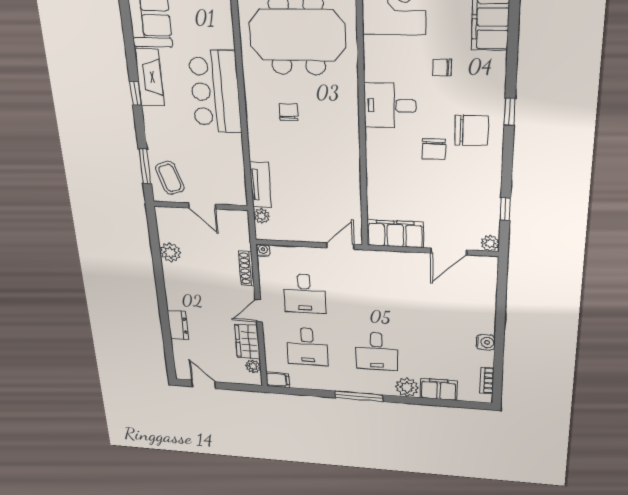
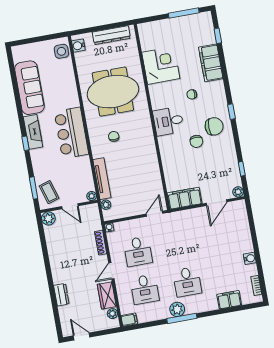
tv unit: (260, 185) -> (102, 179), width x1.41
plant: (239, 198) -> (92, 196), added
plant: (170, 252) -> (48, 218), moved
plant: (407, 387) -> (177, 309), moved

